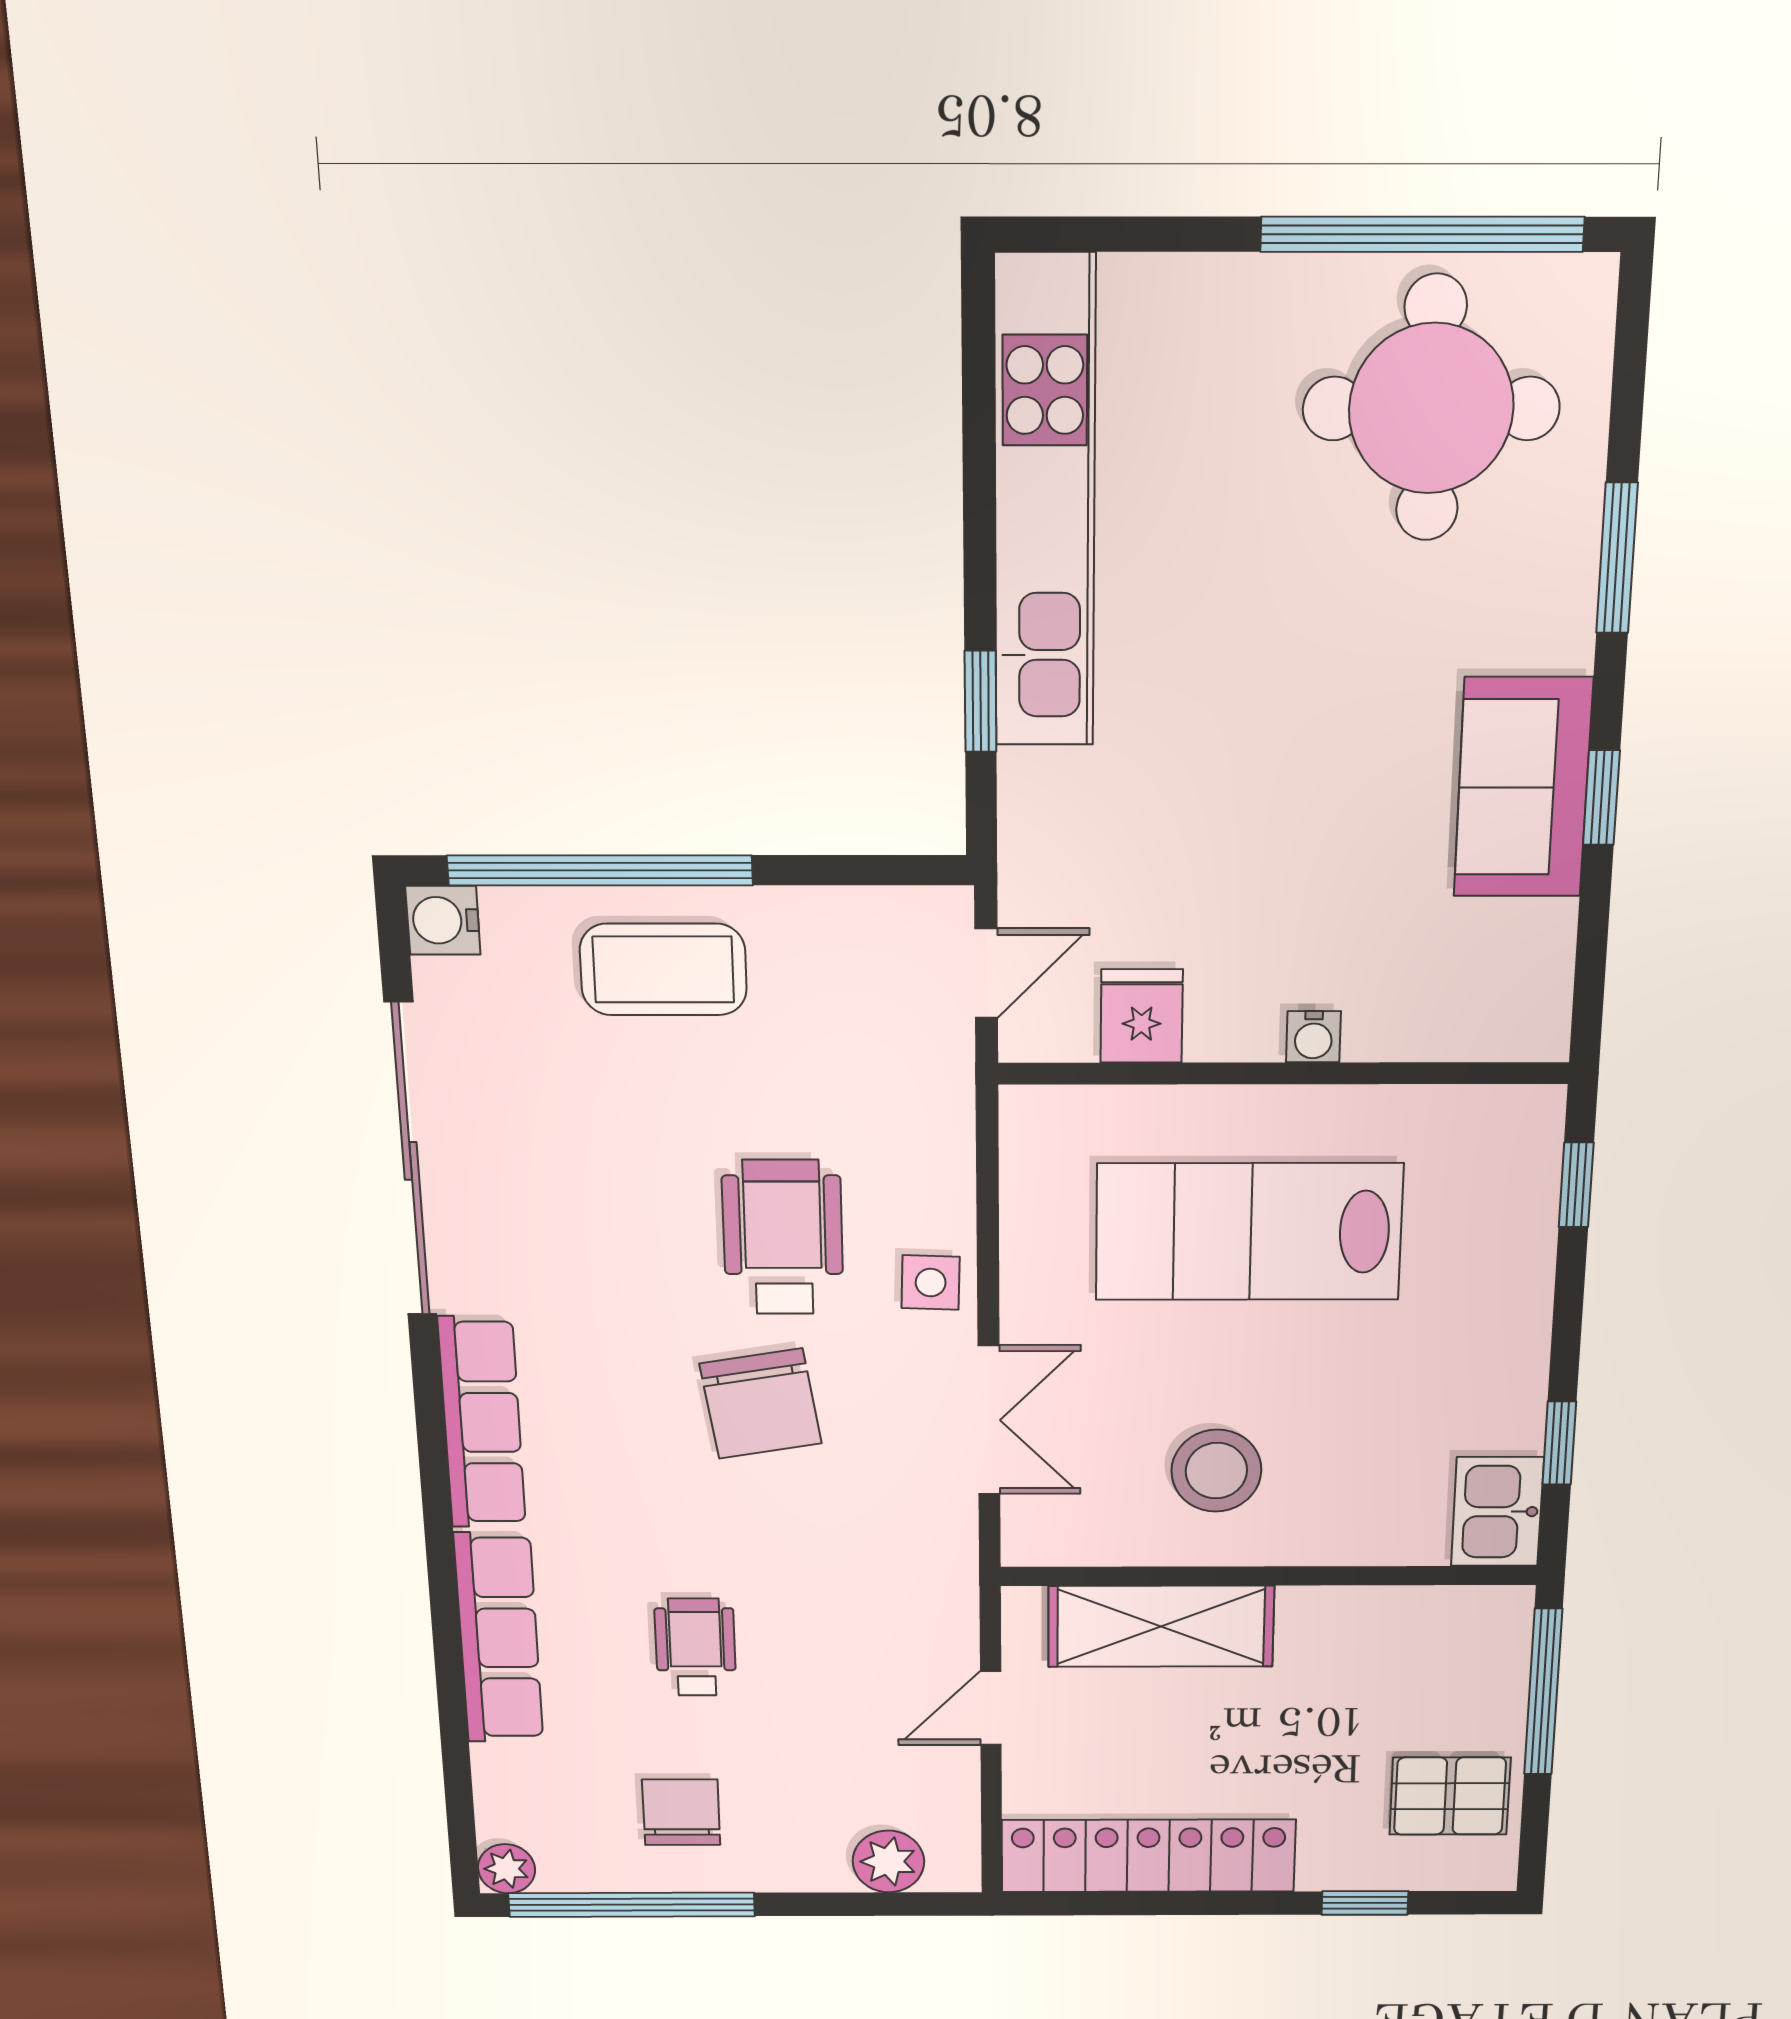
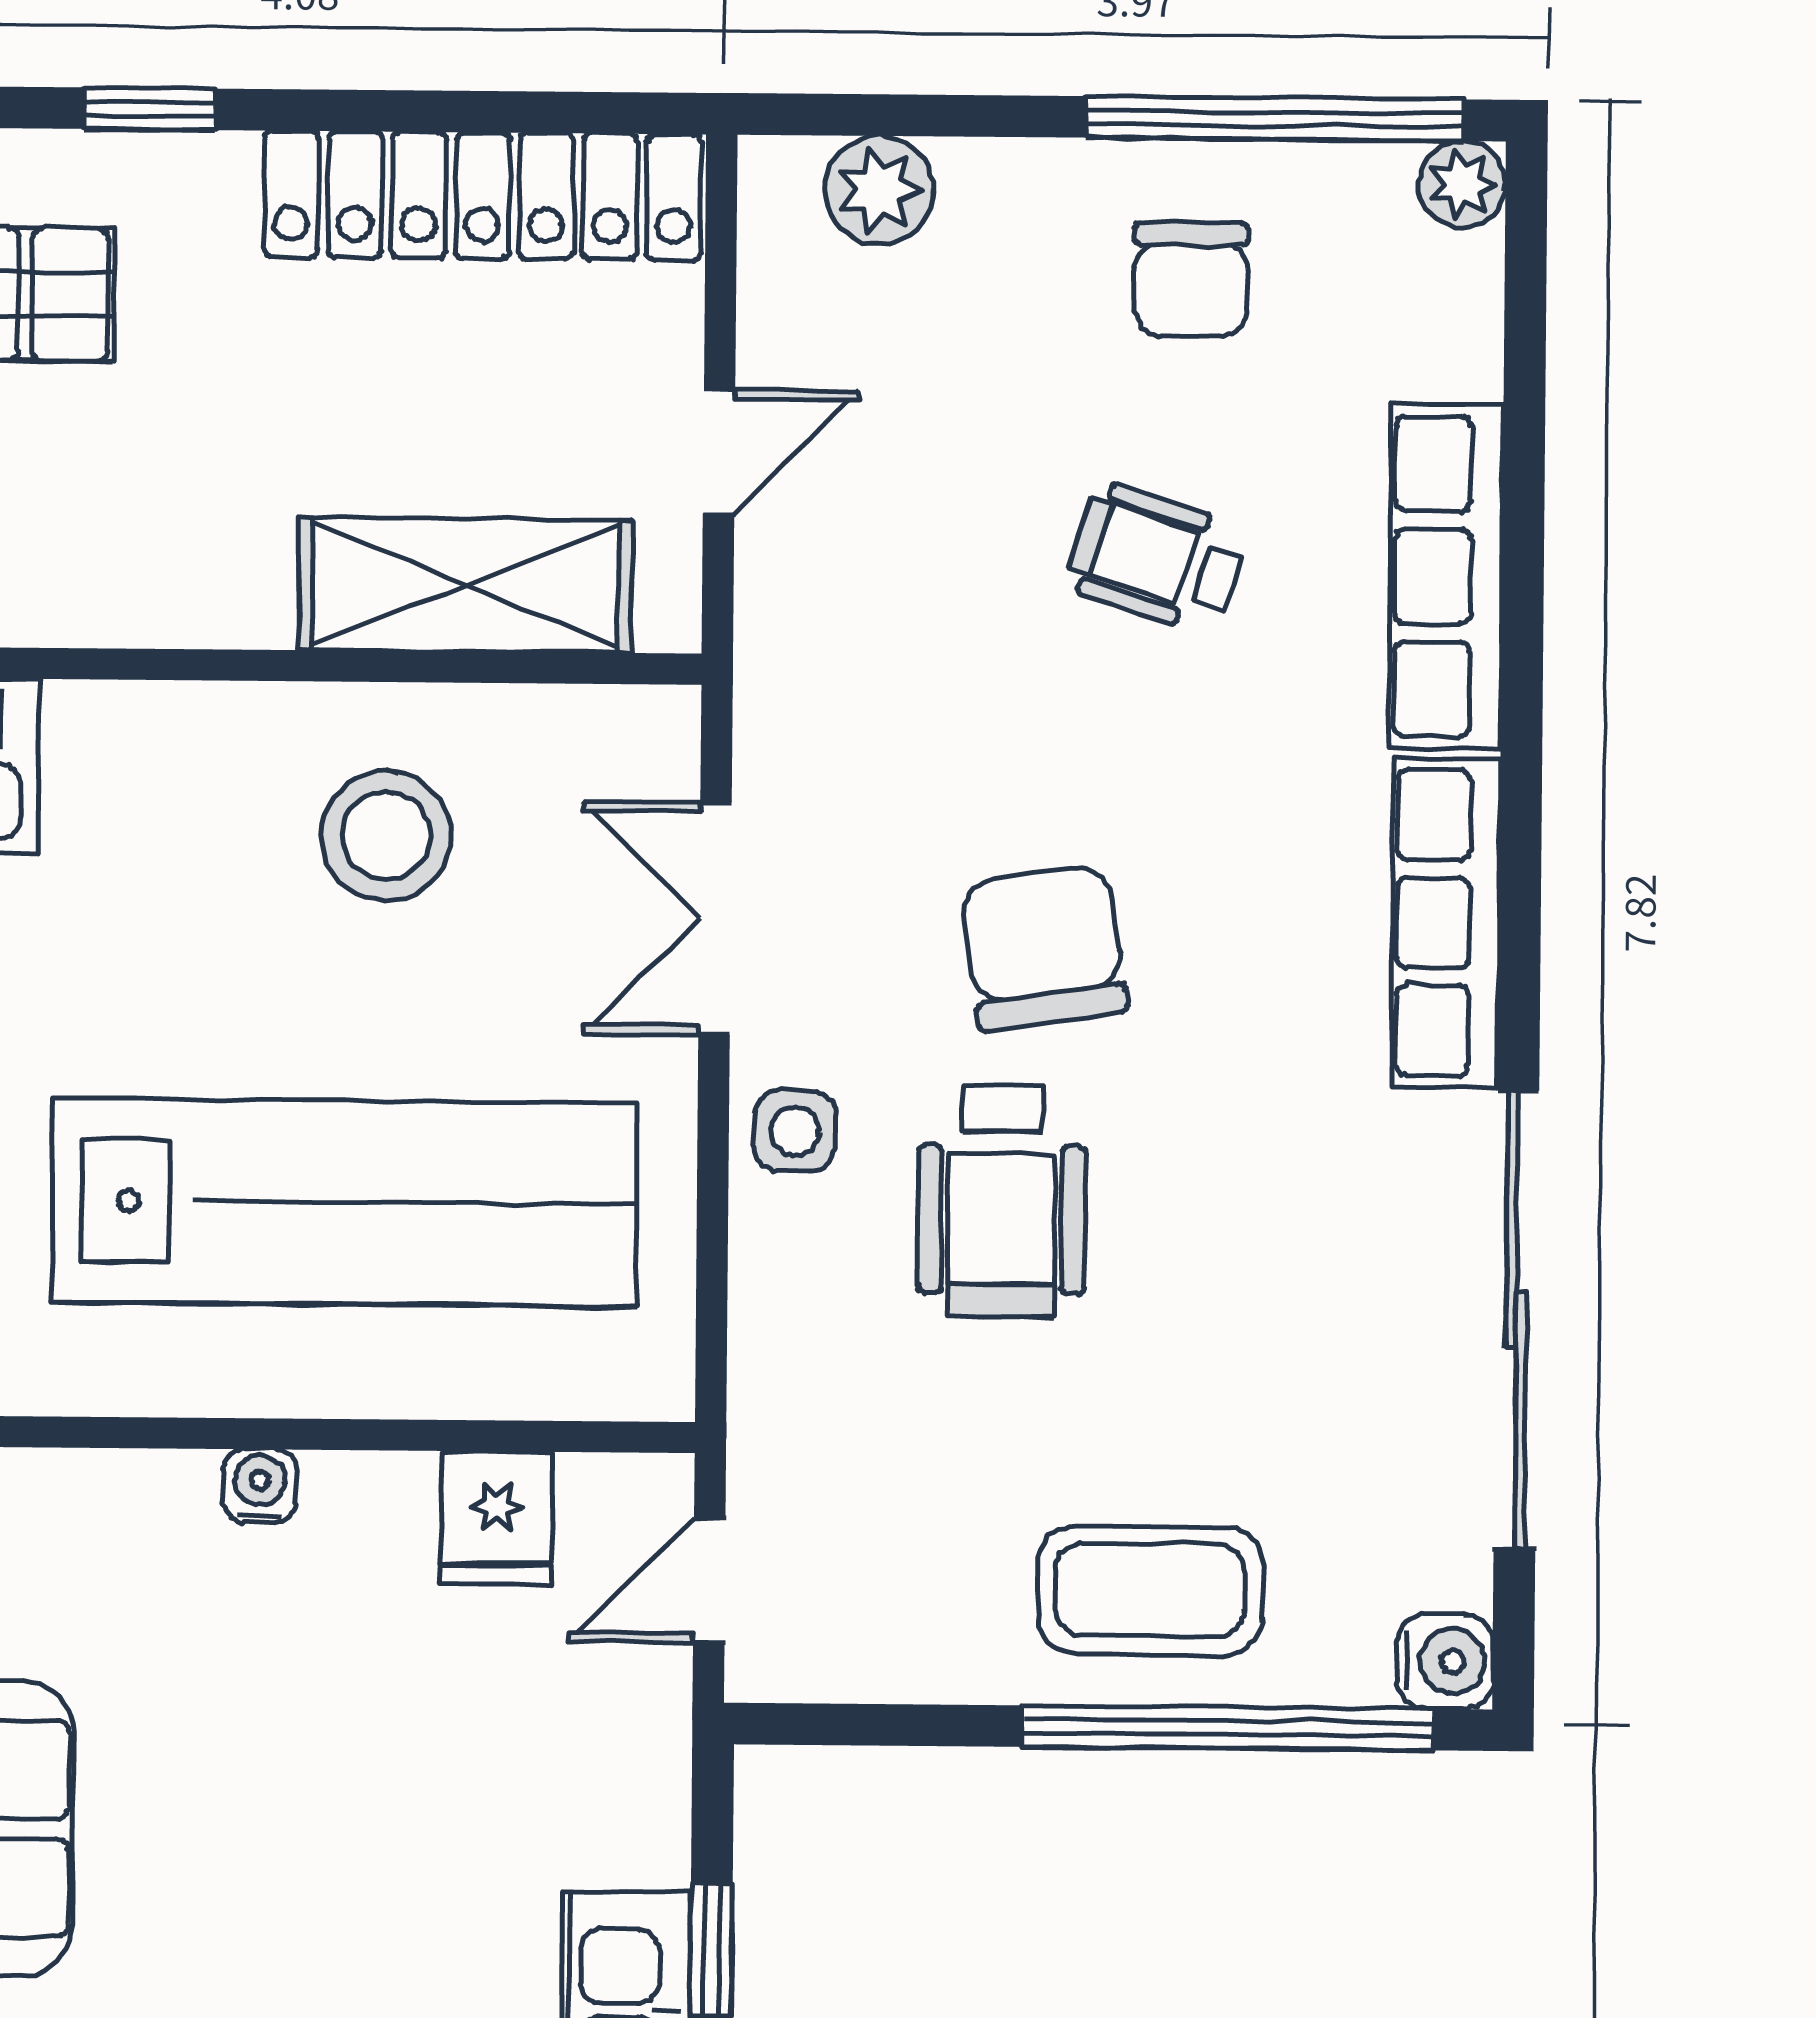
lab bench: (1249, 1232) -> (345, 1202), width x1.36
wheelchair: (695, 1647) -> (1156, 558), turned 108

